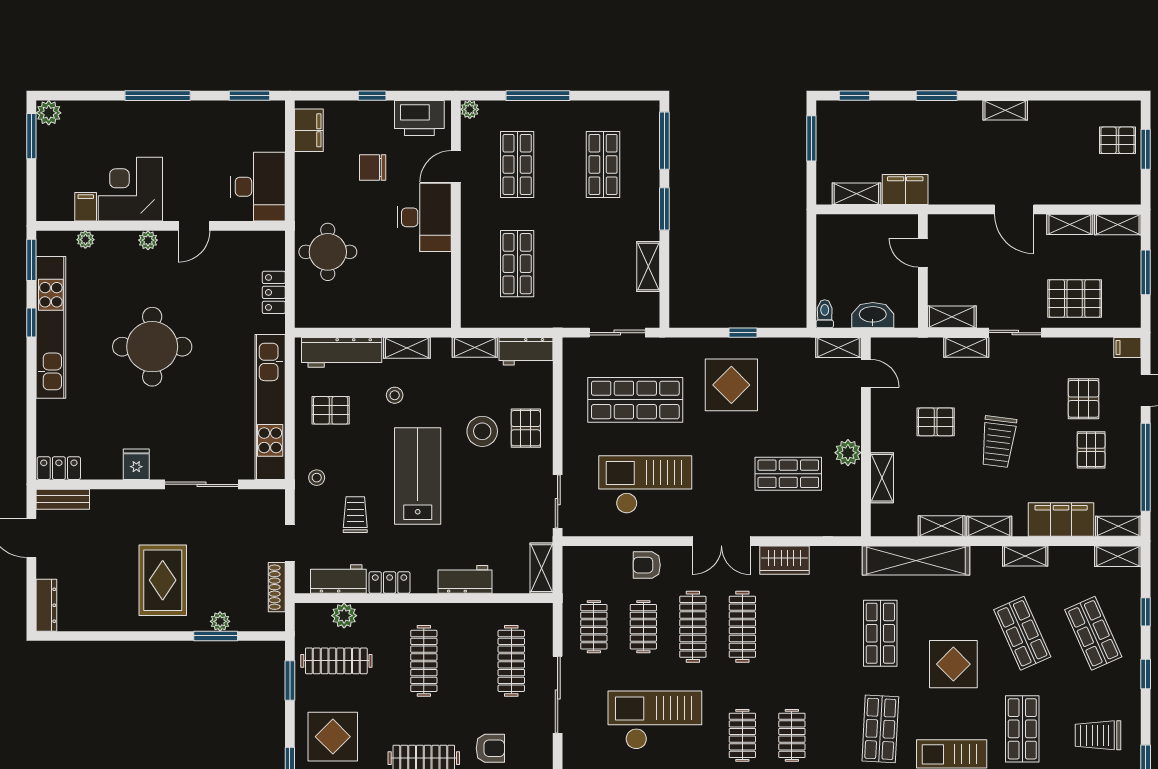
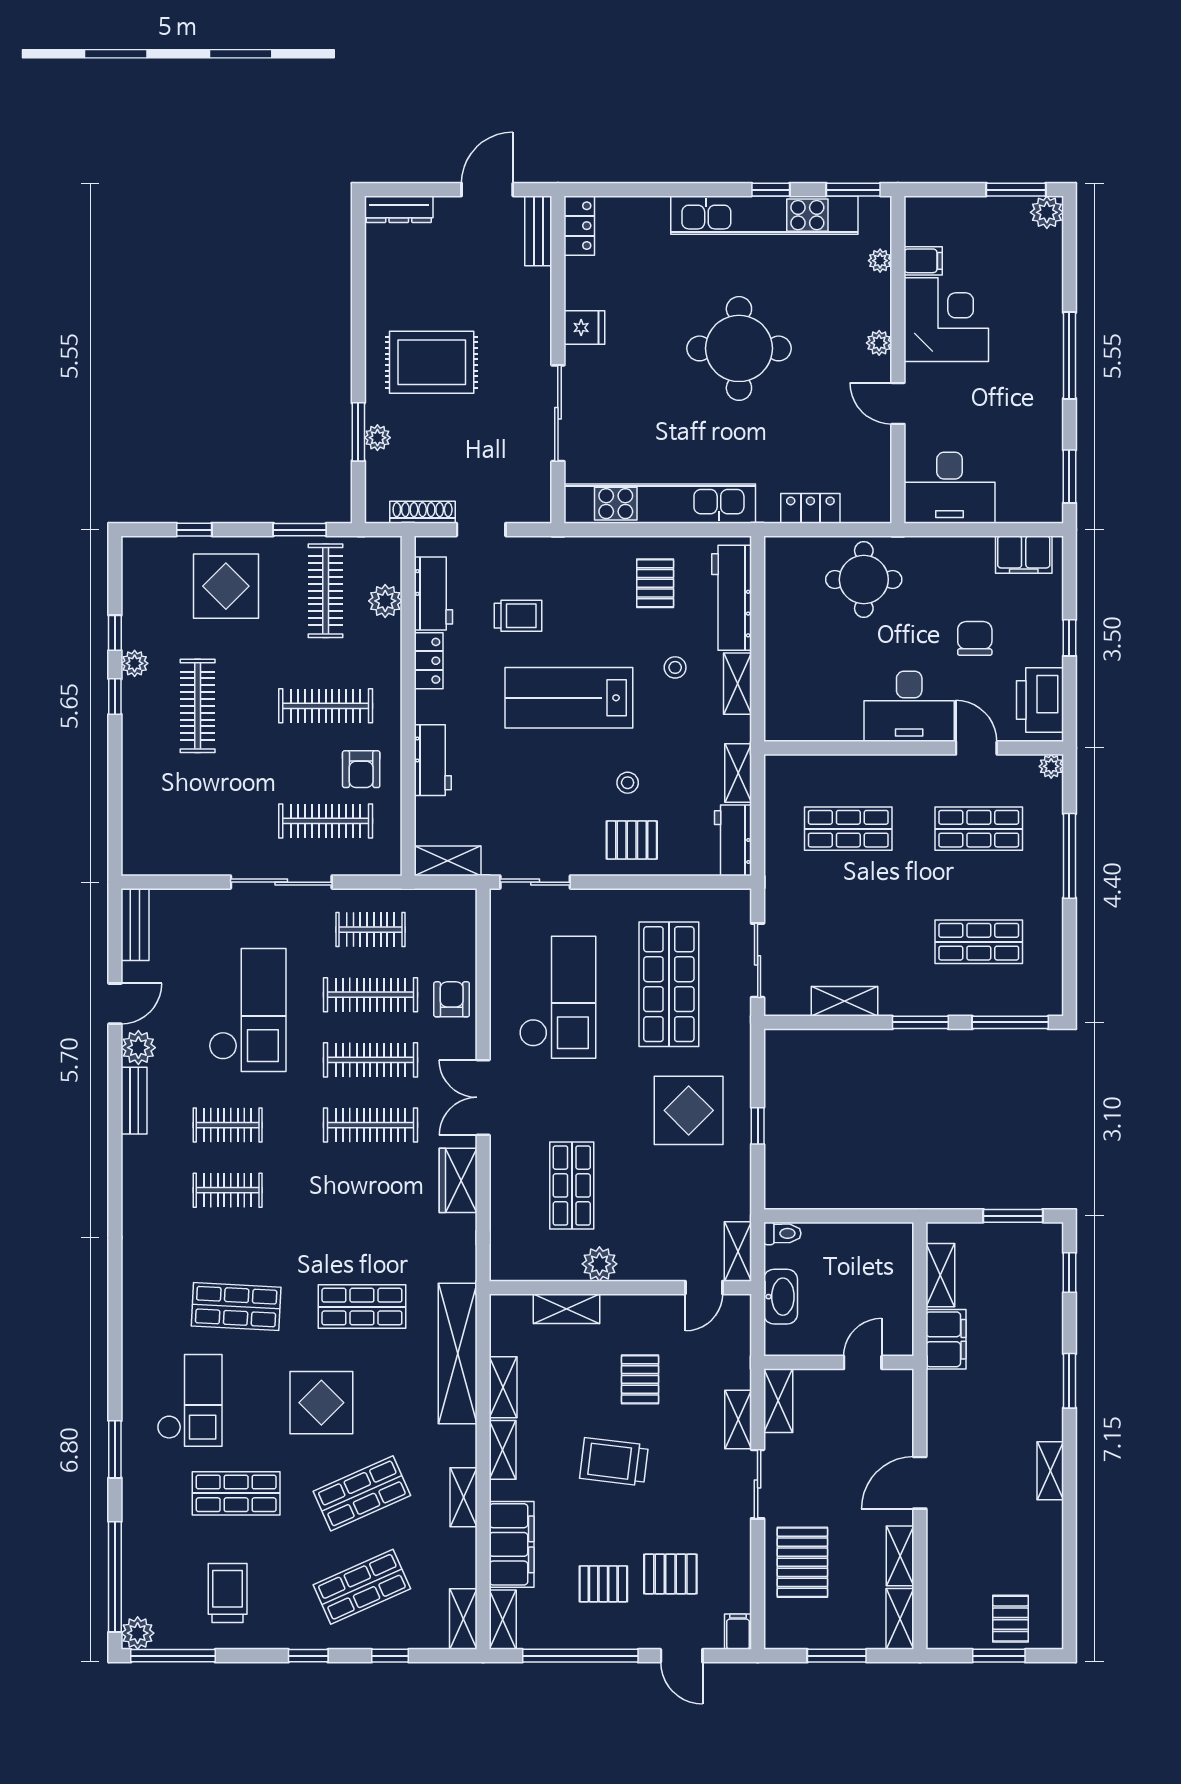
stool: (482, 431) -> (628, 783), width x0.53, depth x0.53
lab bench: (418, 476) -> (569, 698), turned 180
stool: (317, 478) -> (567, 565), removed
clothes rail: (643, 627) -> (370, 995), width x1.36
armchair: (490, 748) -> (361, 769), moved

